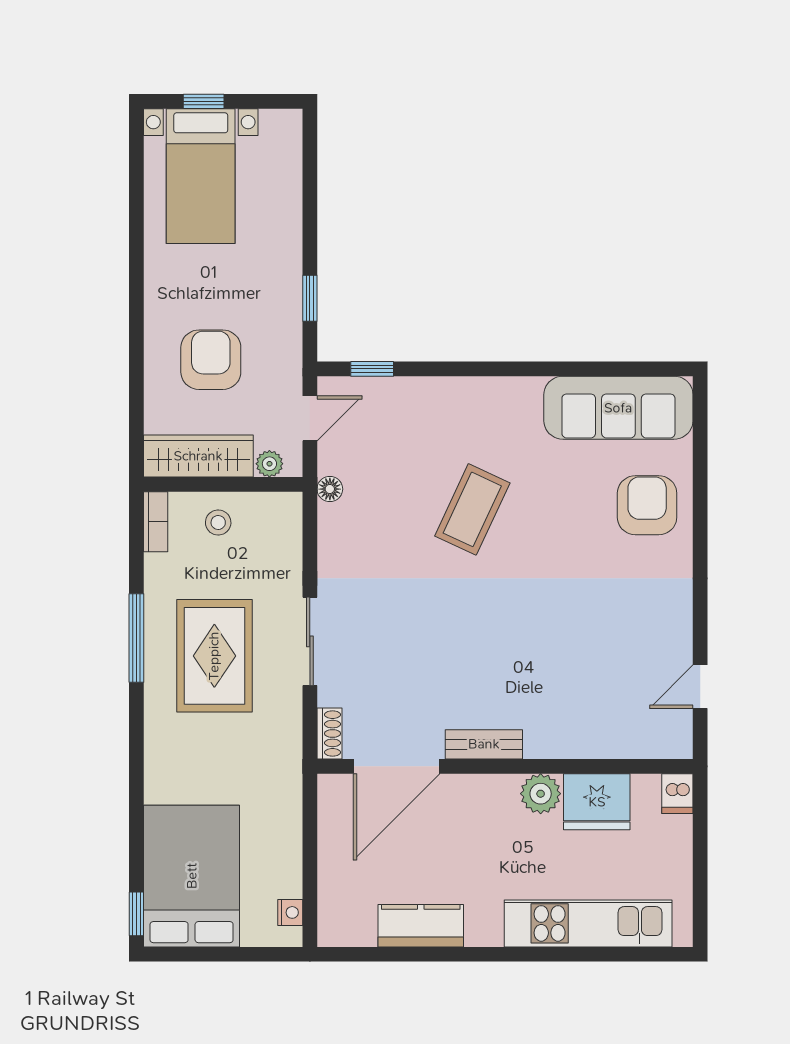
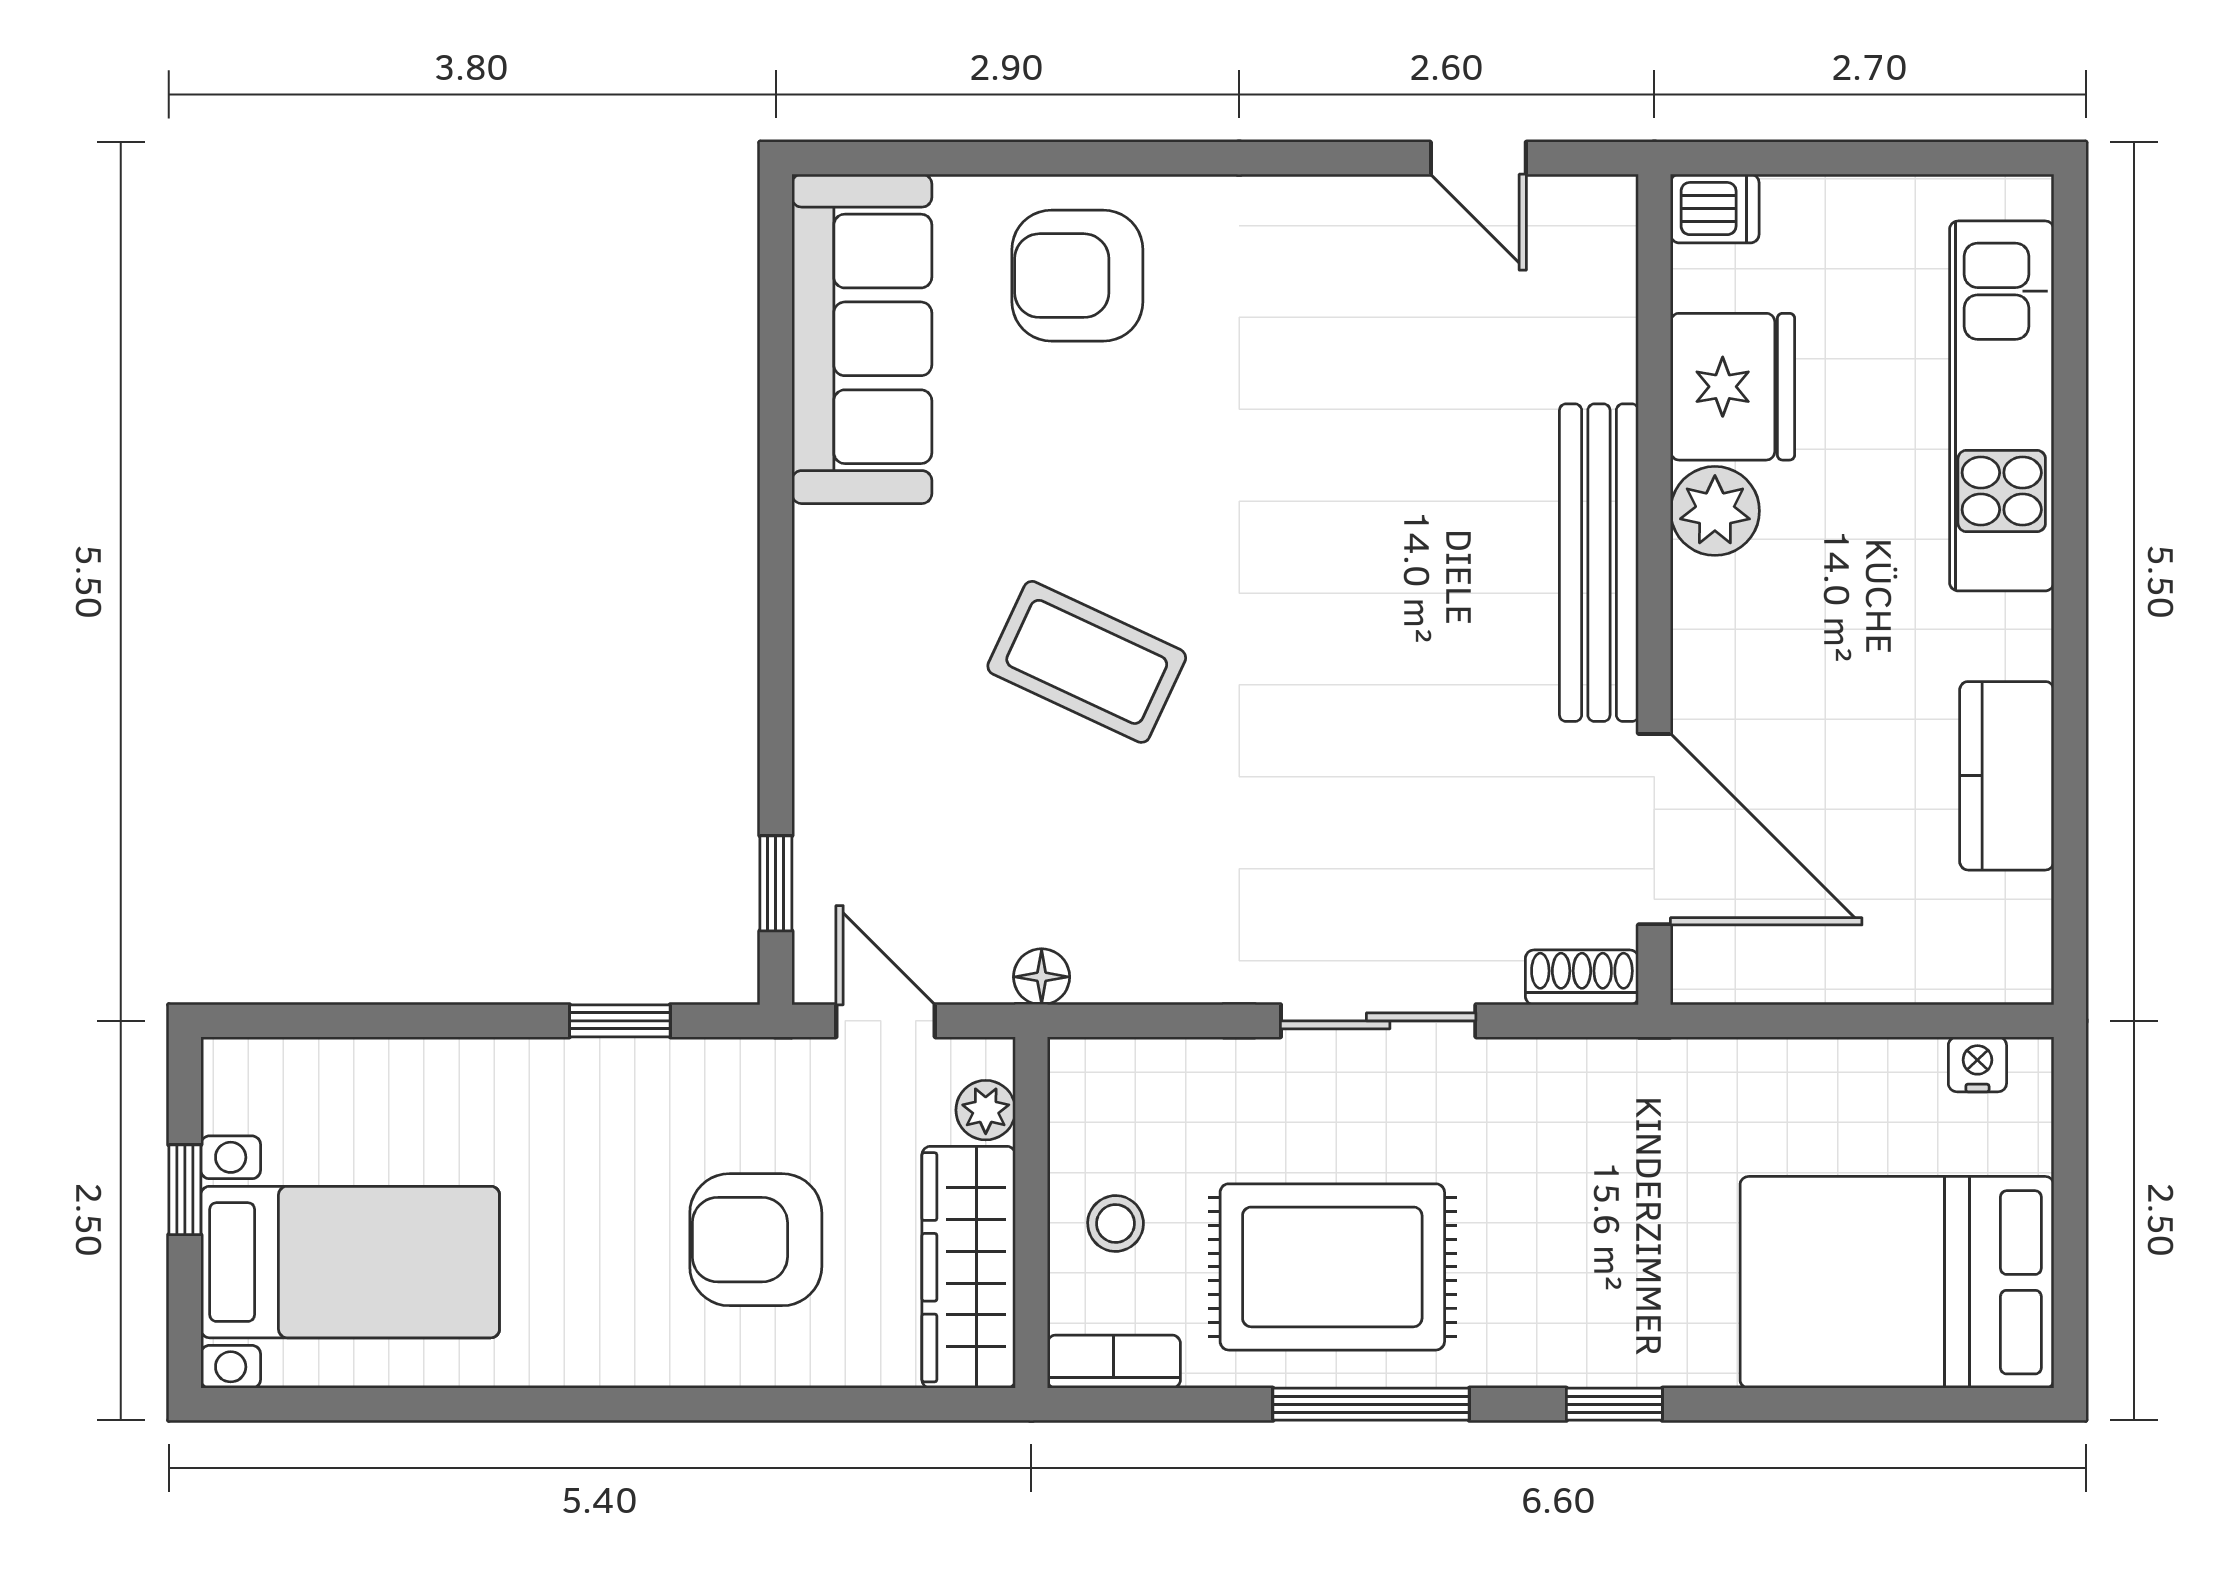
window: (204, 101) -> (185, 1190), moved
rug: (214, 656) -> (1332, 1267), moved
bench: (484, 744) -> (1599, 563), width x1.86, depth x1.21
window: (136, 914) -> (1614, 1404), moved

